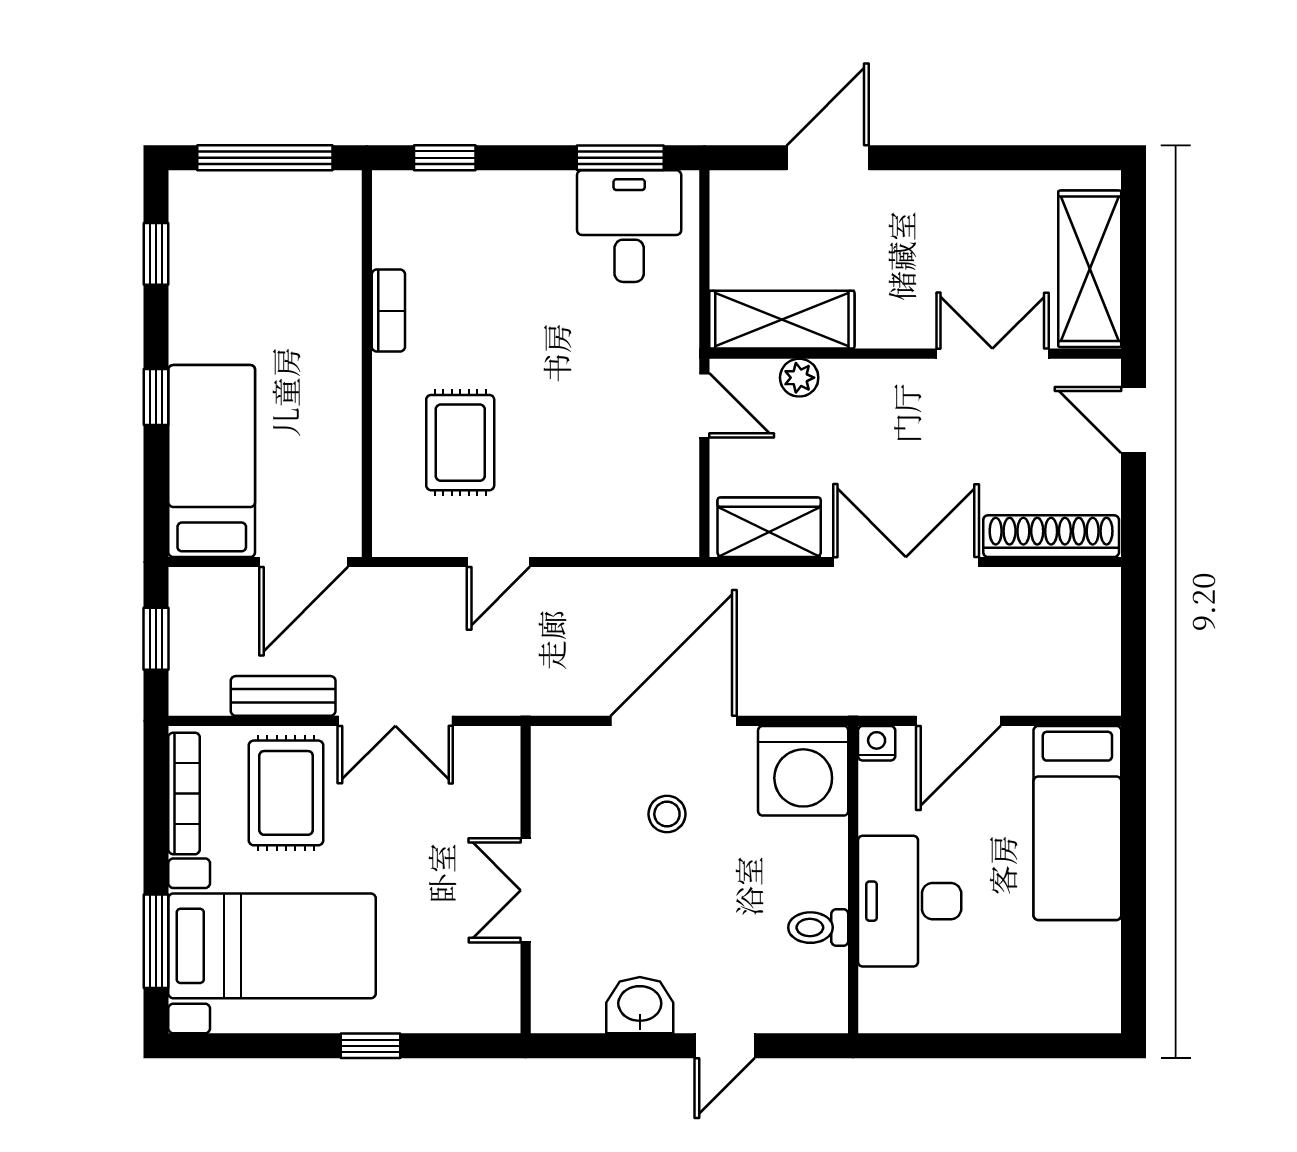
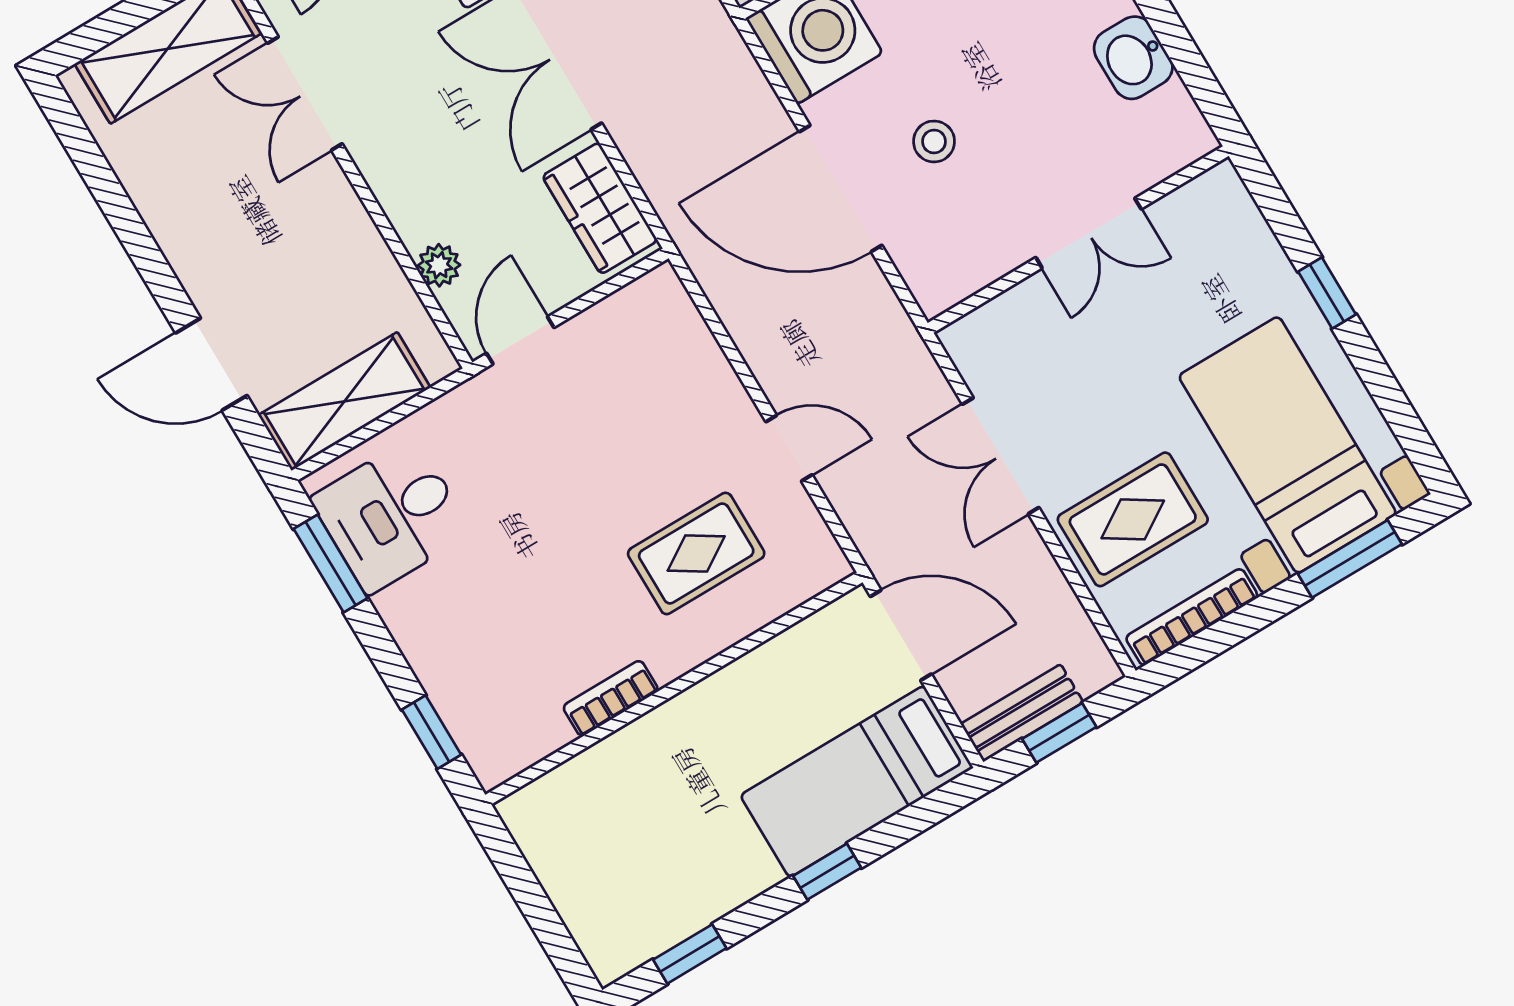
window: (265, 158) -> (535, 905), removed
shelving: (782, 320) -> (344, 401), moved, turned 90
bench: (283, 696) -> (1022, 713), moved, turned 90
double door: (395, 721) -> (1001, 456), swing flipped

